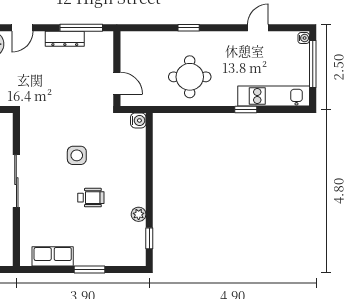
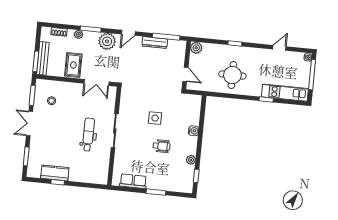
plant: (129, 40) -> (196, 48), added
water cooler: (138, 120) -> (194, 131), moved

